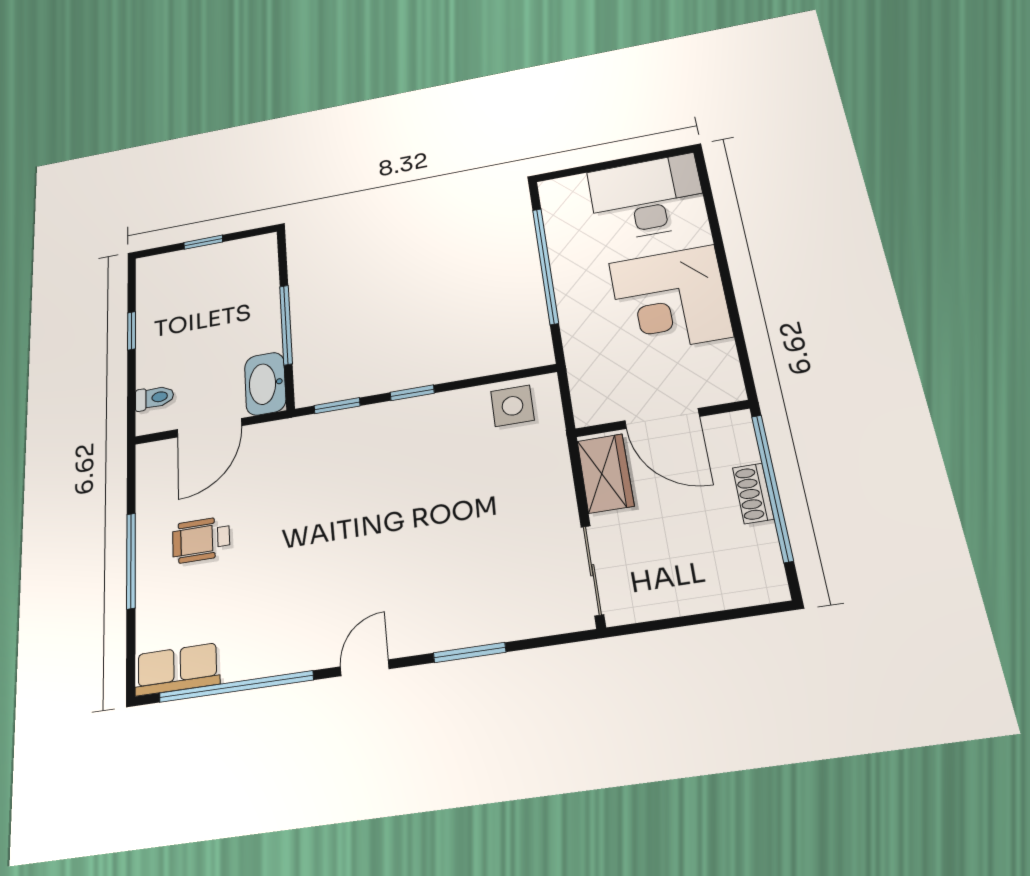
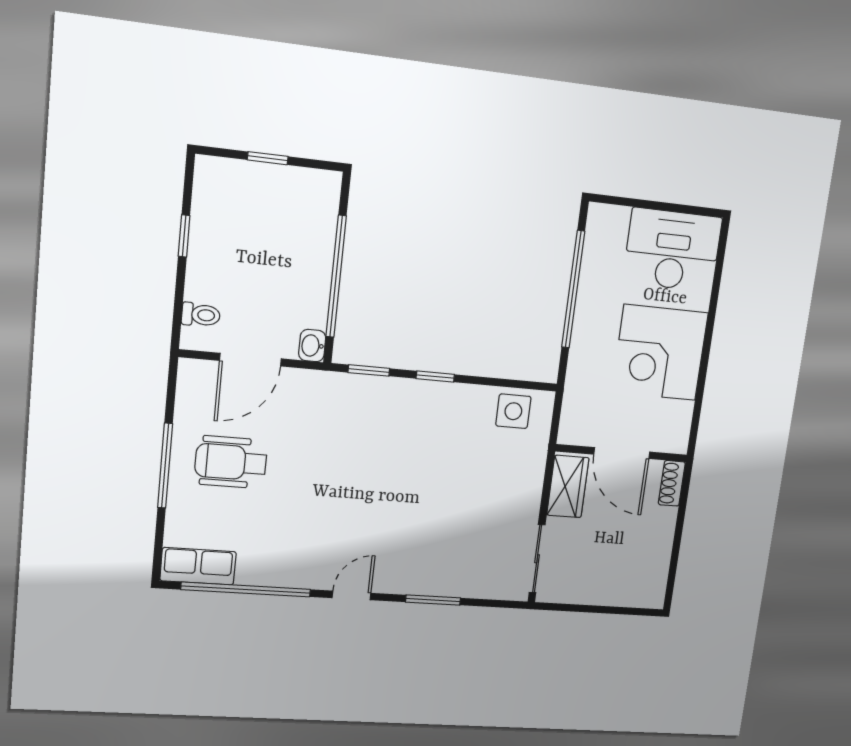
window: (286, 325) -> (336, 277), width x1.46
washbasin: (265, 384) -> (312, 346), width x0.52, depth x0.69
window: (772, 487) -> (679, 527), removed
shoe rack: (753, 493) -> (672, 483), moved
wheelchair: (201, 540) -> (231, 462), width x1.36, depth x1.37

